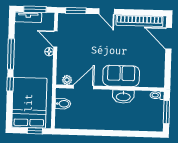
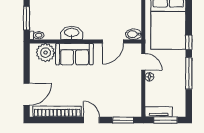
tv unit: (28, 17) -> (159, 112), moved
door: (169, 38) -> (27, 94), hinge flipped
door: (55, 39) -> (143, 62), moved
plant: (67, 80) -> (46, 53), moved, width x1.87, depth x1.87
bidet: (63, 104) -> (134, 34), moved

